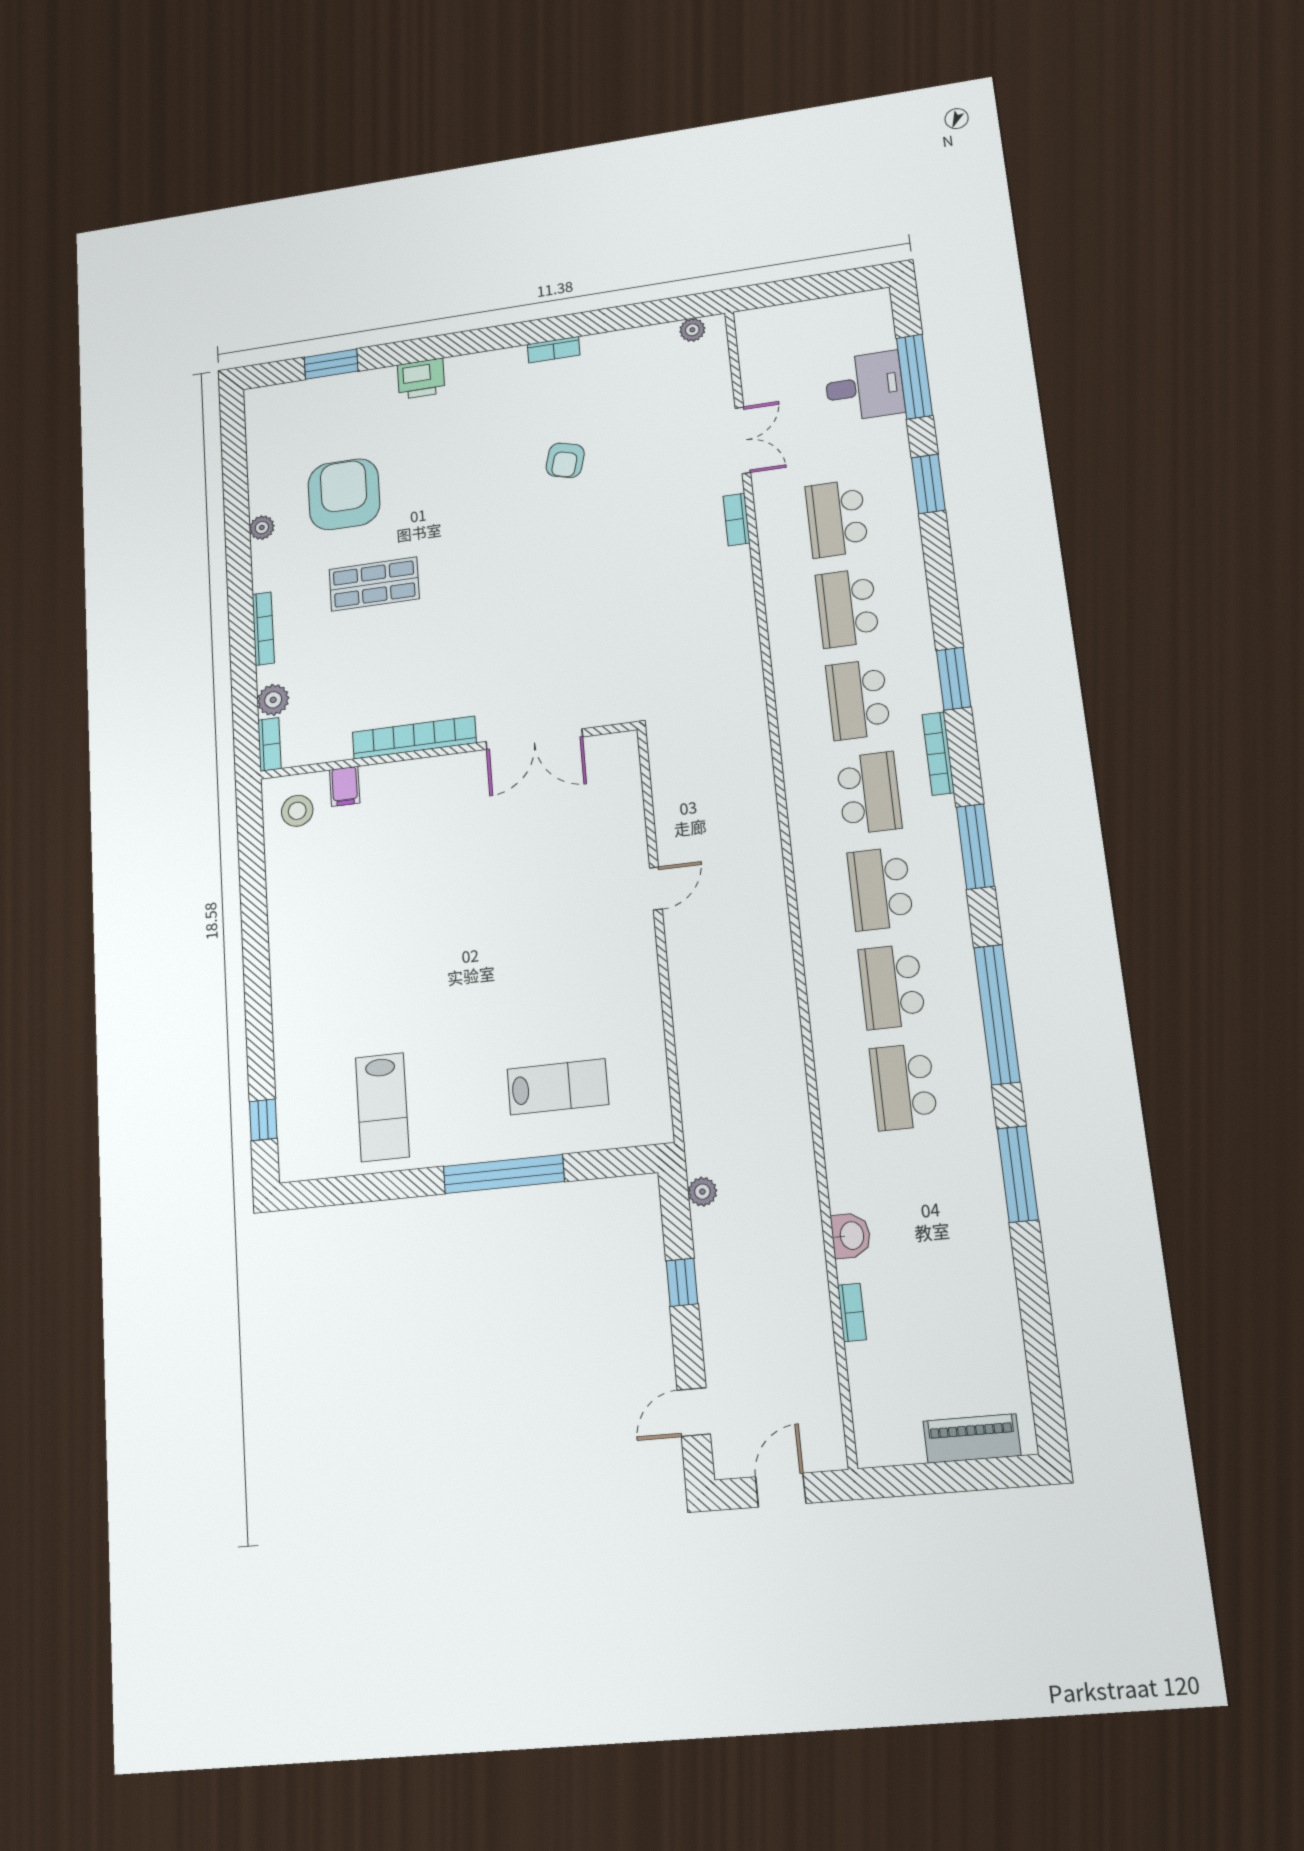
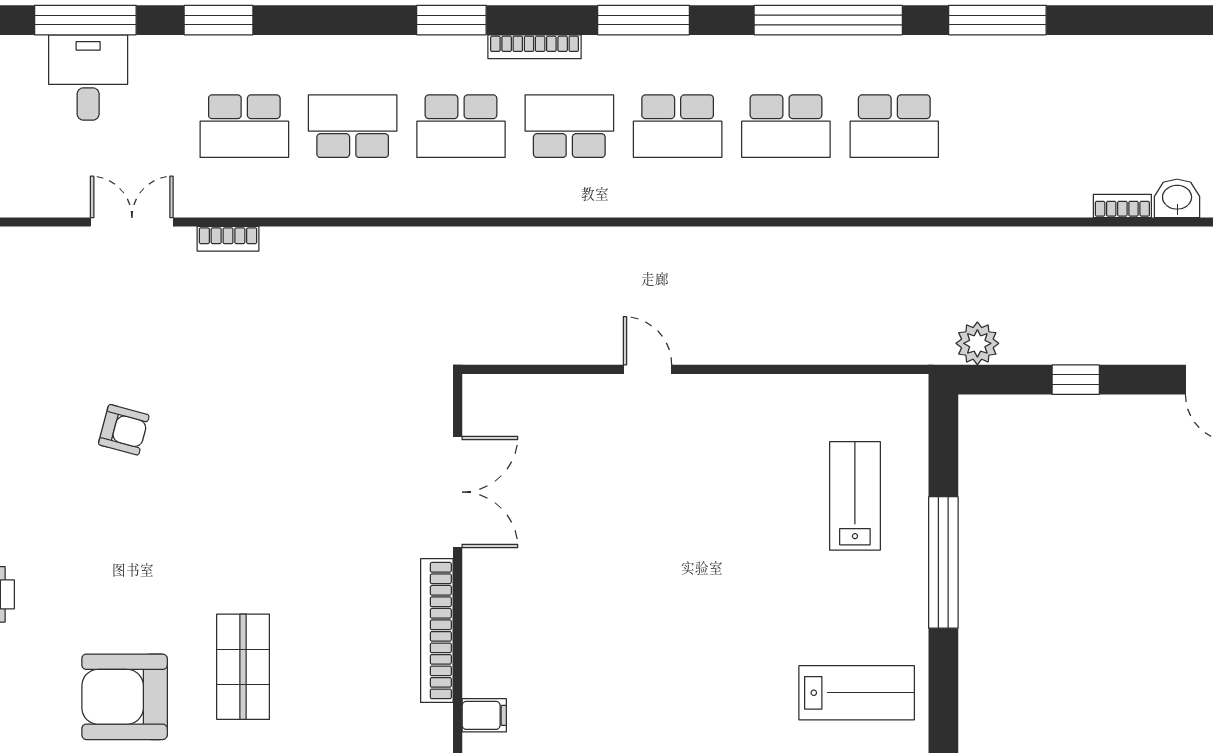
school desk: (847, 608) -> (353, 126), turned 180
plant: (702, 1192) -> (977, 343), width x1.38, depth x1.38
washbasin: (851, 1236) -> (1177, 198), moved

